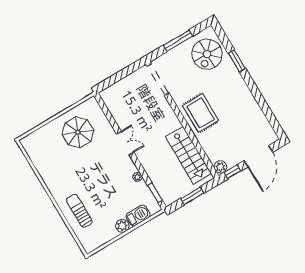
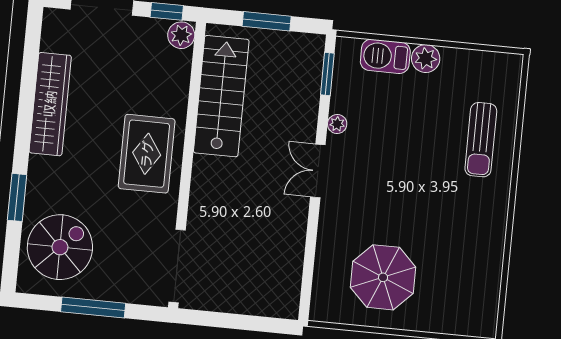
wardrobe: (250, 105) -> (50, 104), added
double door: (125, 143) -> (318, 171), moved

